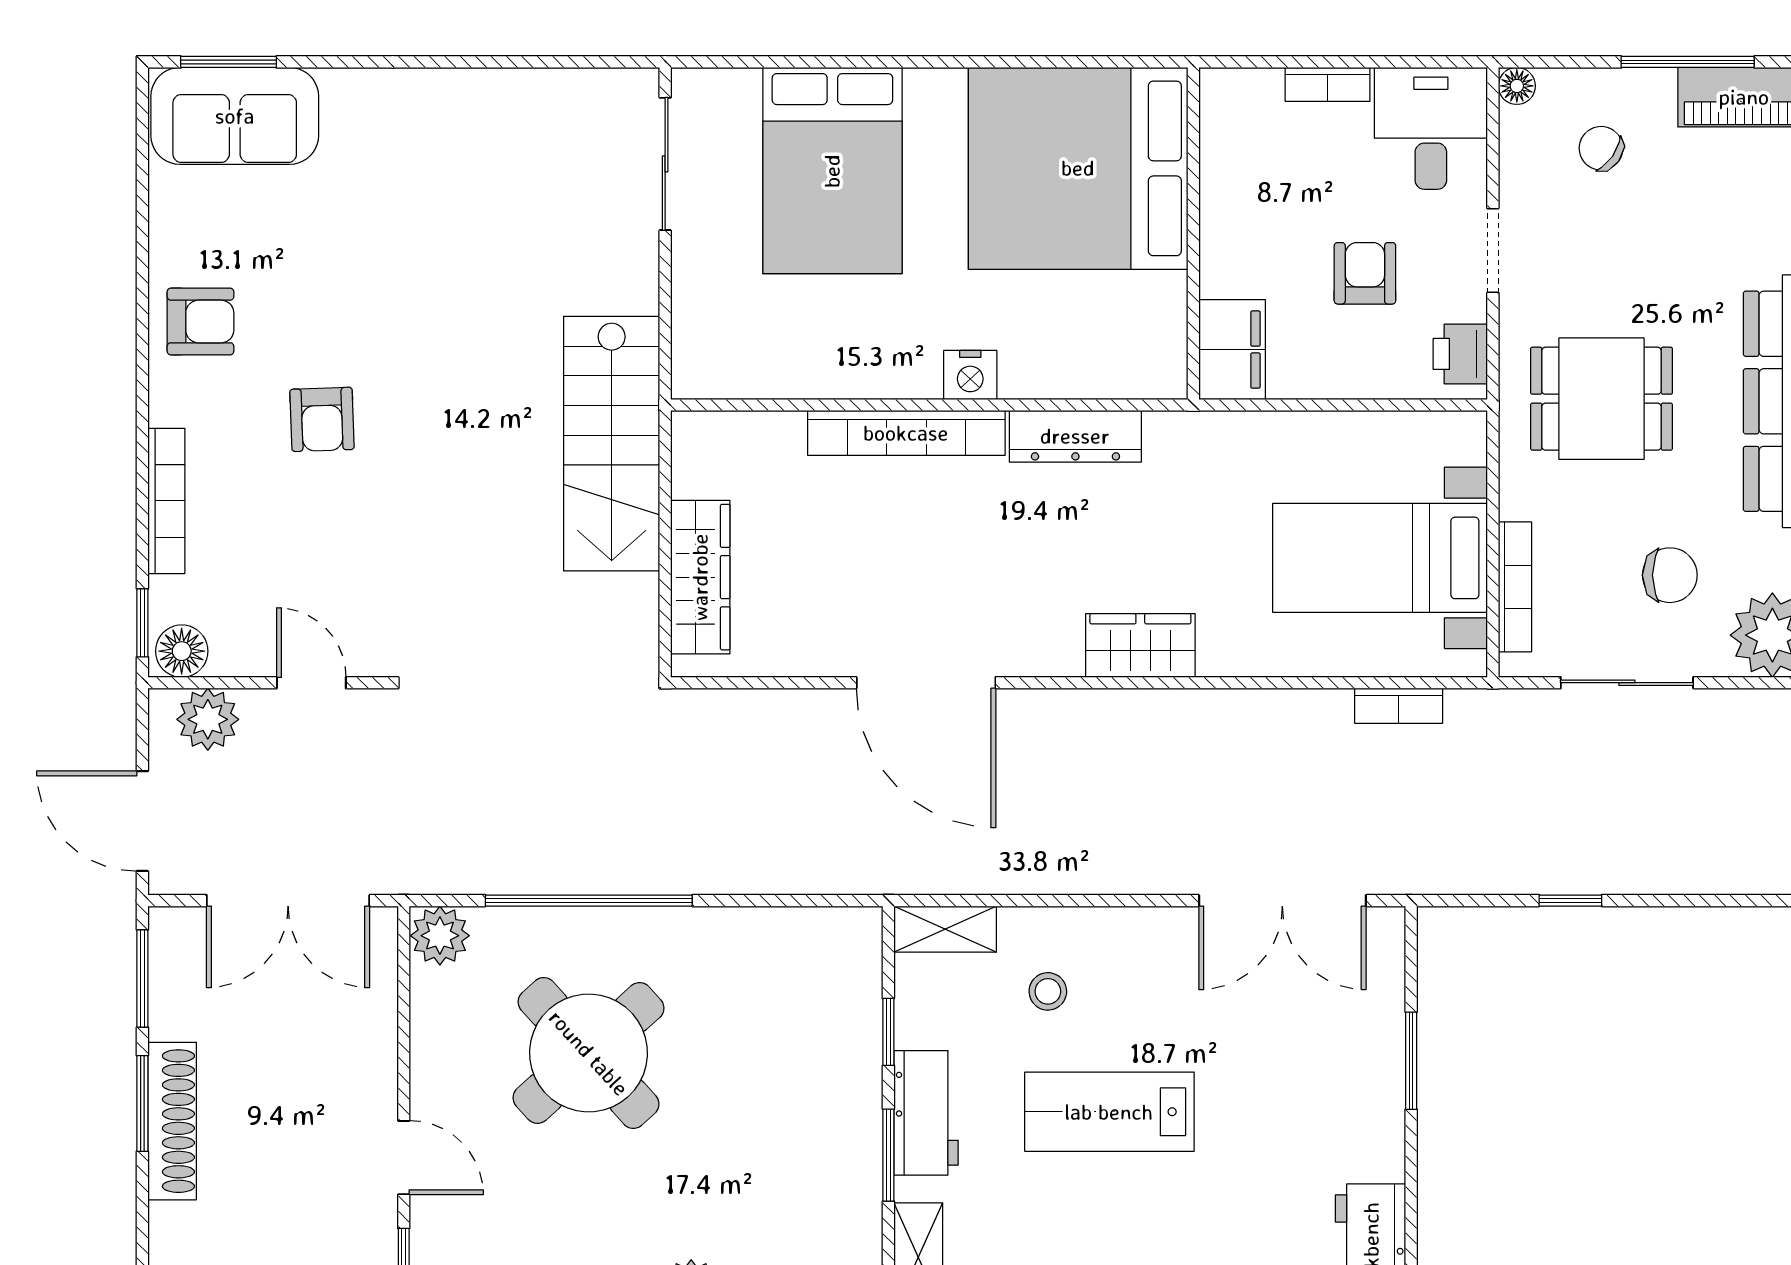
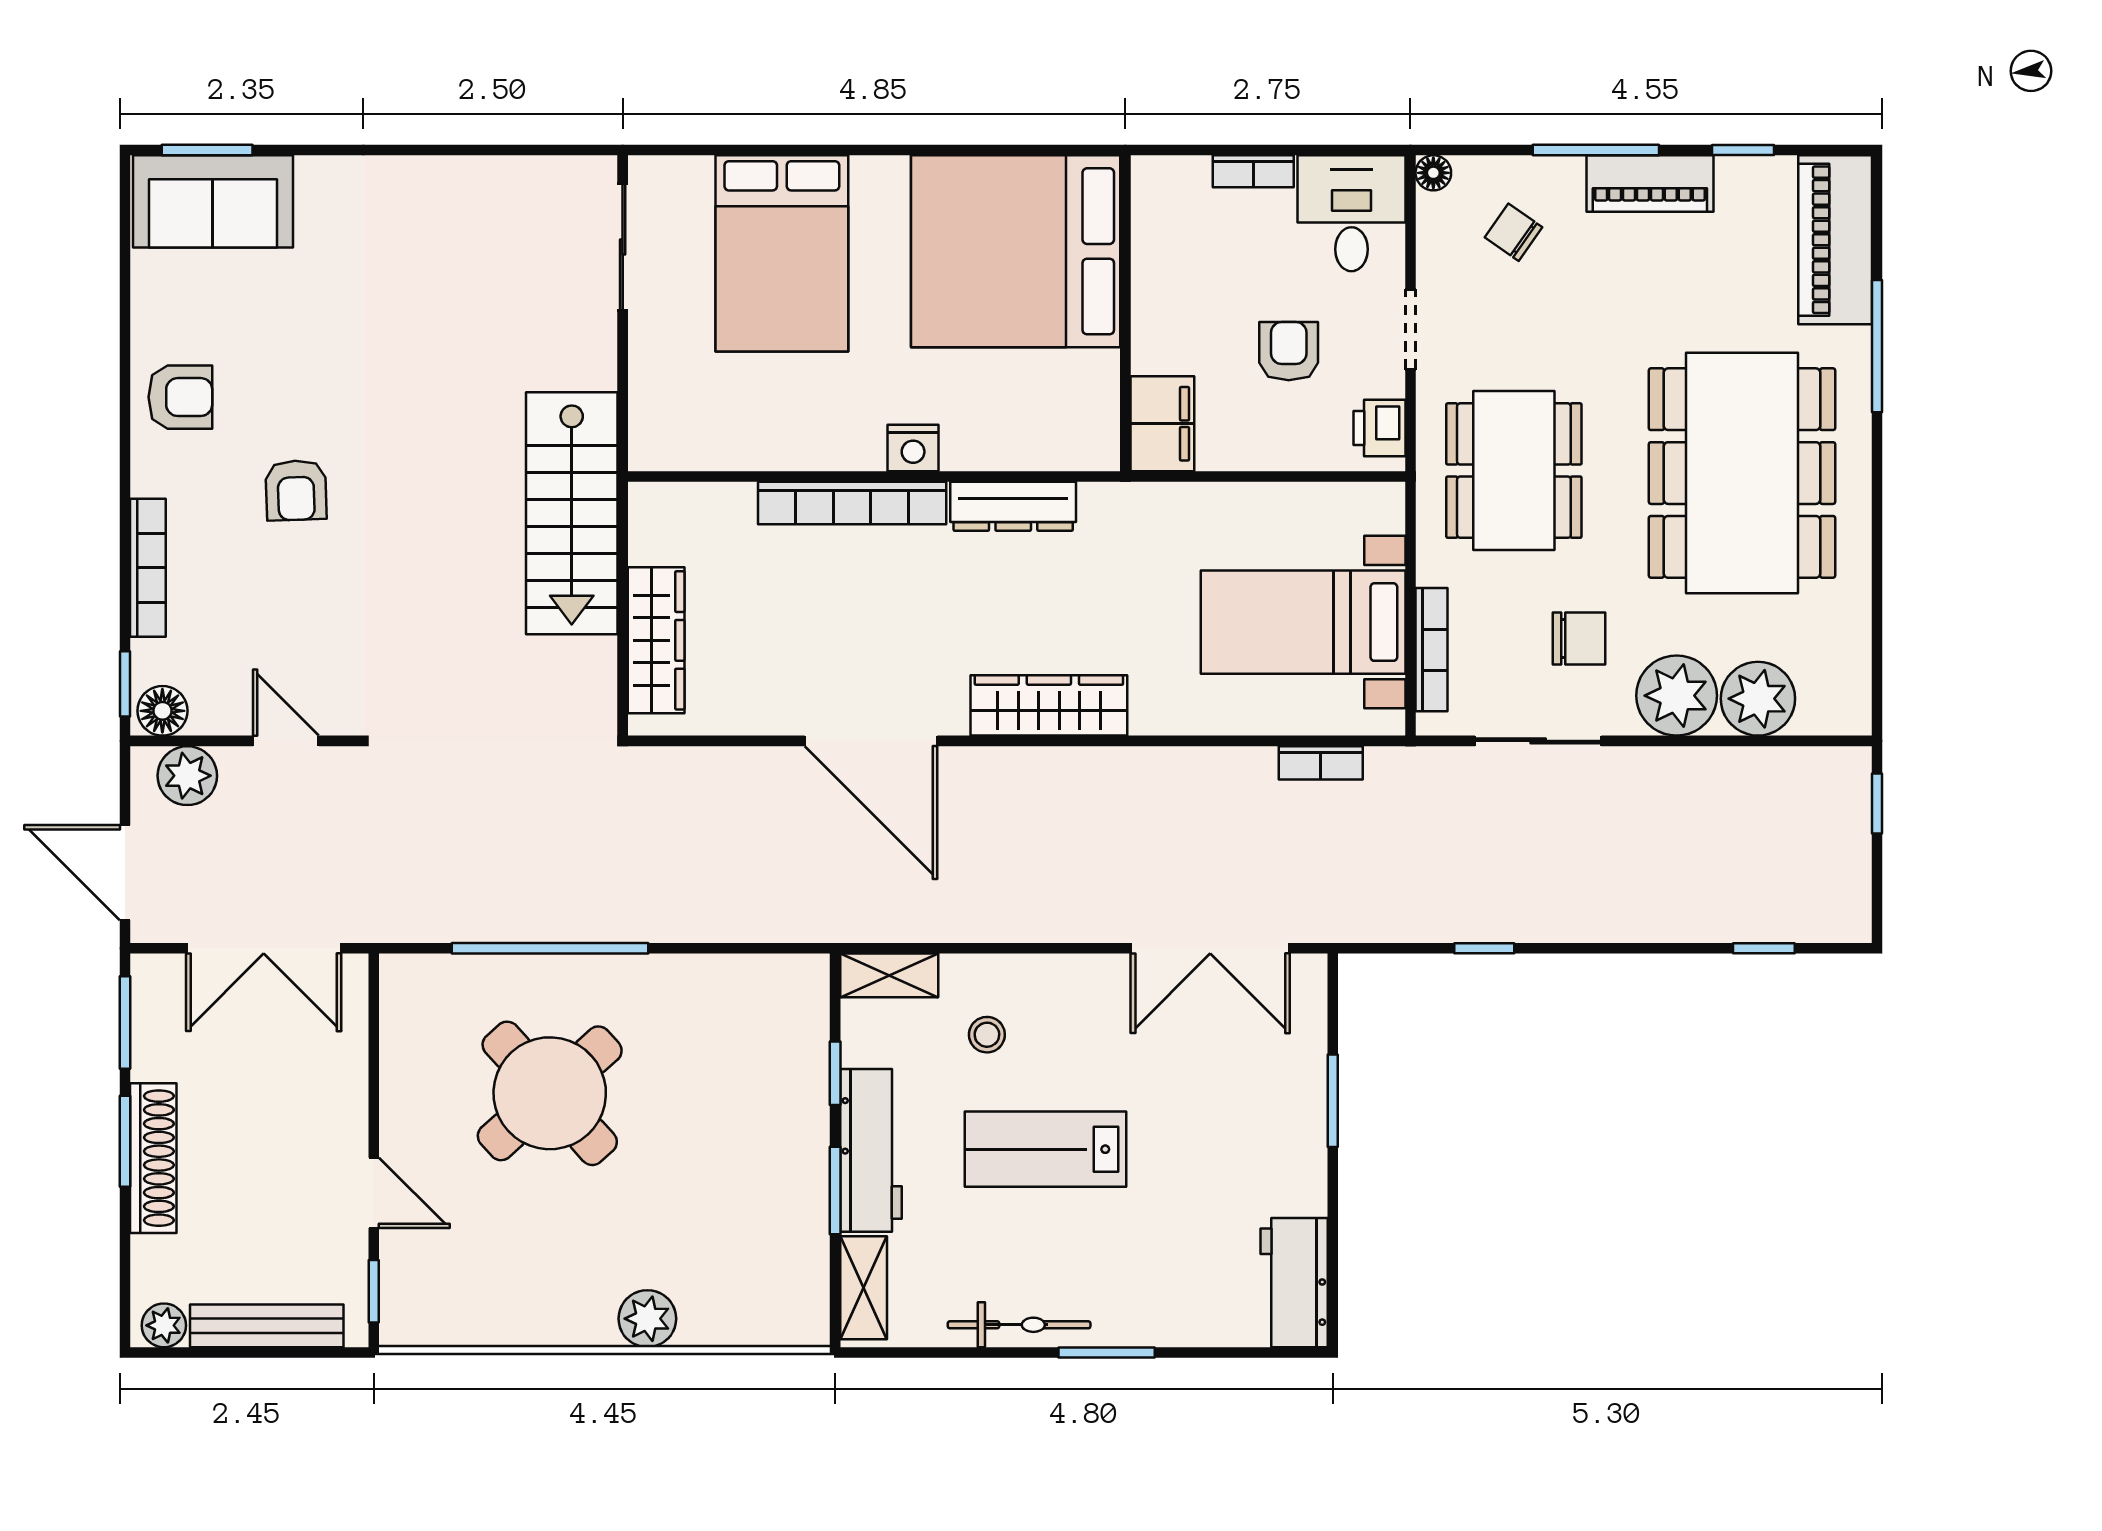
dining table: (1602, 399) -> (1514, 471), width x1.38
wardrobe: (1140, 646) -> (1049, 705), width x1.50
plant: (440, 936) -> (408, 982), removed
workbench: (926, 1113) -> (871, 1150), width x1.38

